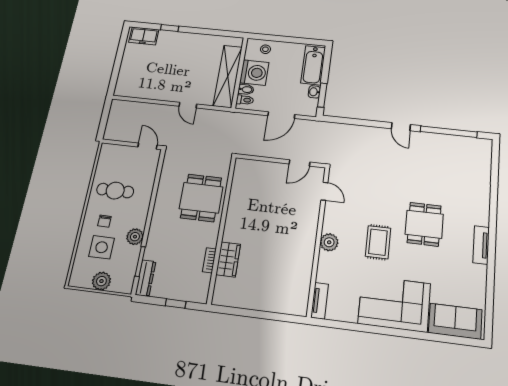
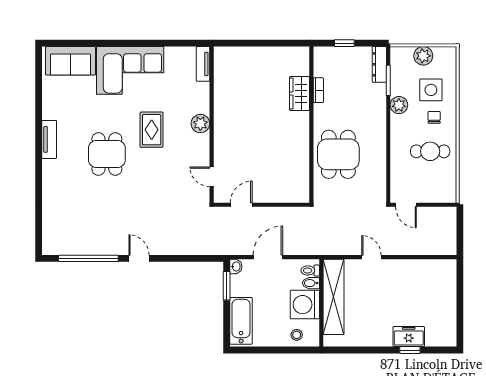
freezer: (144, 36) -> (409, 337), moved
washbasin: (314, 92) -> (236, 266), moved

